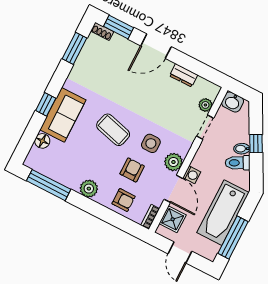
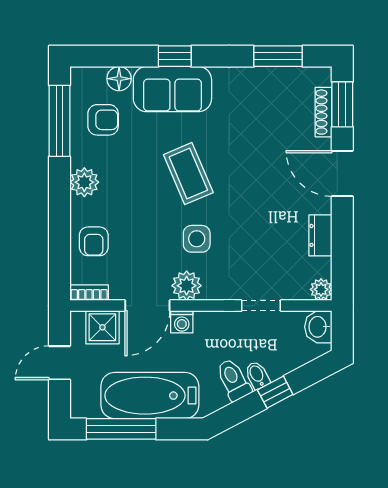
shoe rack: (102, 31) -> (324, 112), moved, width x1.43
plant: (205, 105) -> (321, 289), moved
coffee table: (113, 130) -> (188, 174), turned -38
armchair: (132, 170) -> (103, 120), moved

